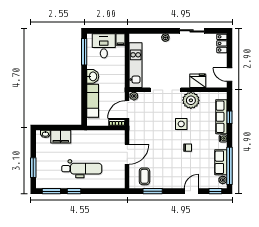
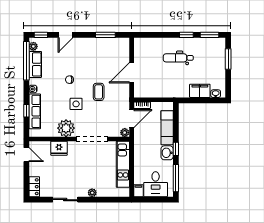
window: (84, 80) -> (176, 149), added
dental chair: (82, 169) -> (178, 58), width x0.73, depth x0.72
coffee table: (144, 176) -> (99, 92), moved

